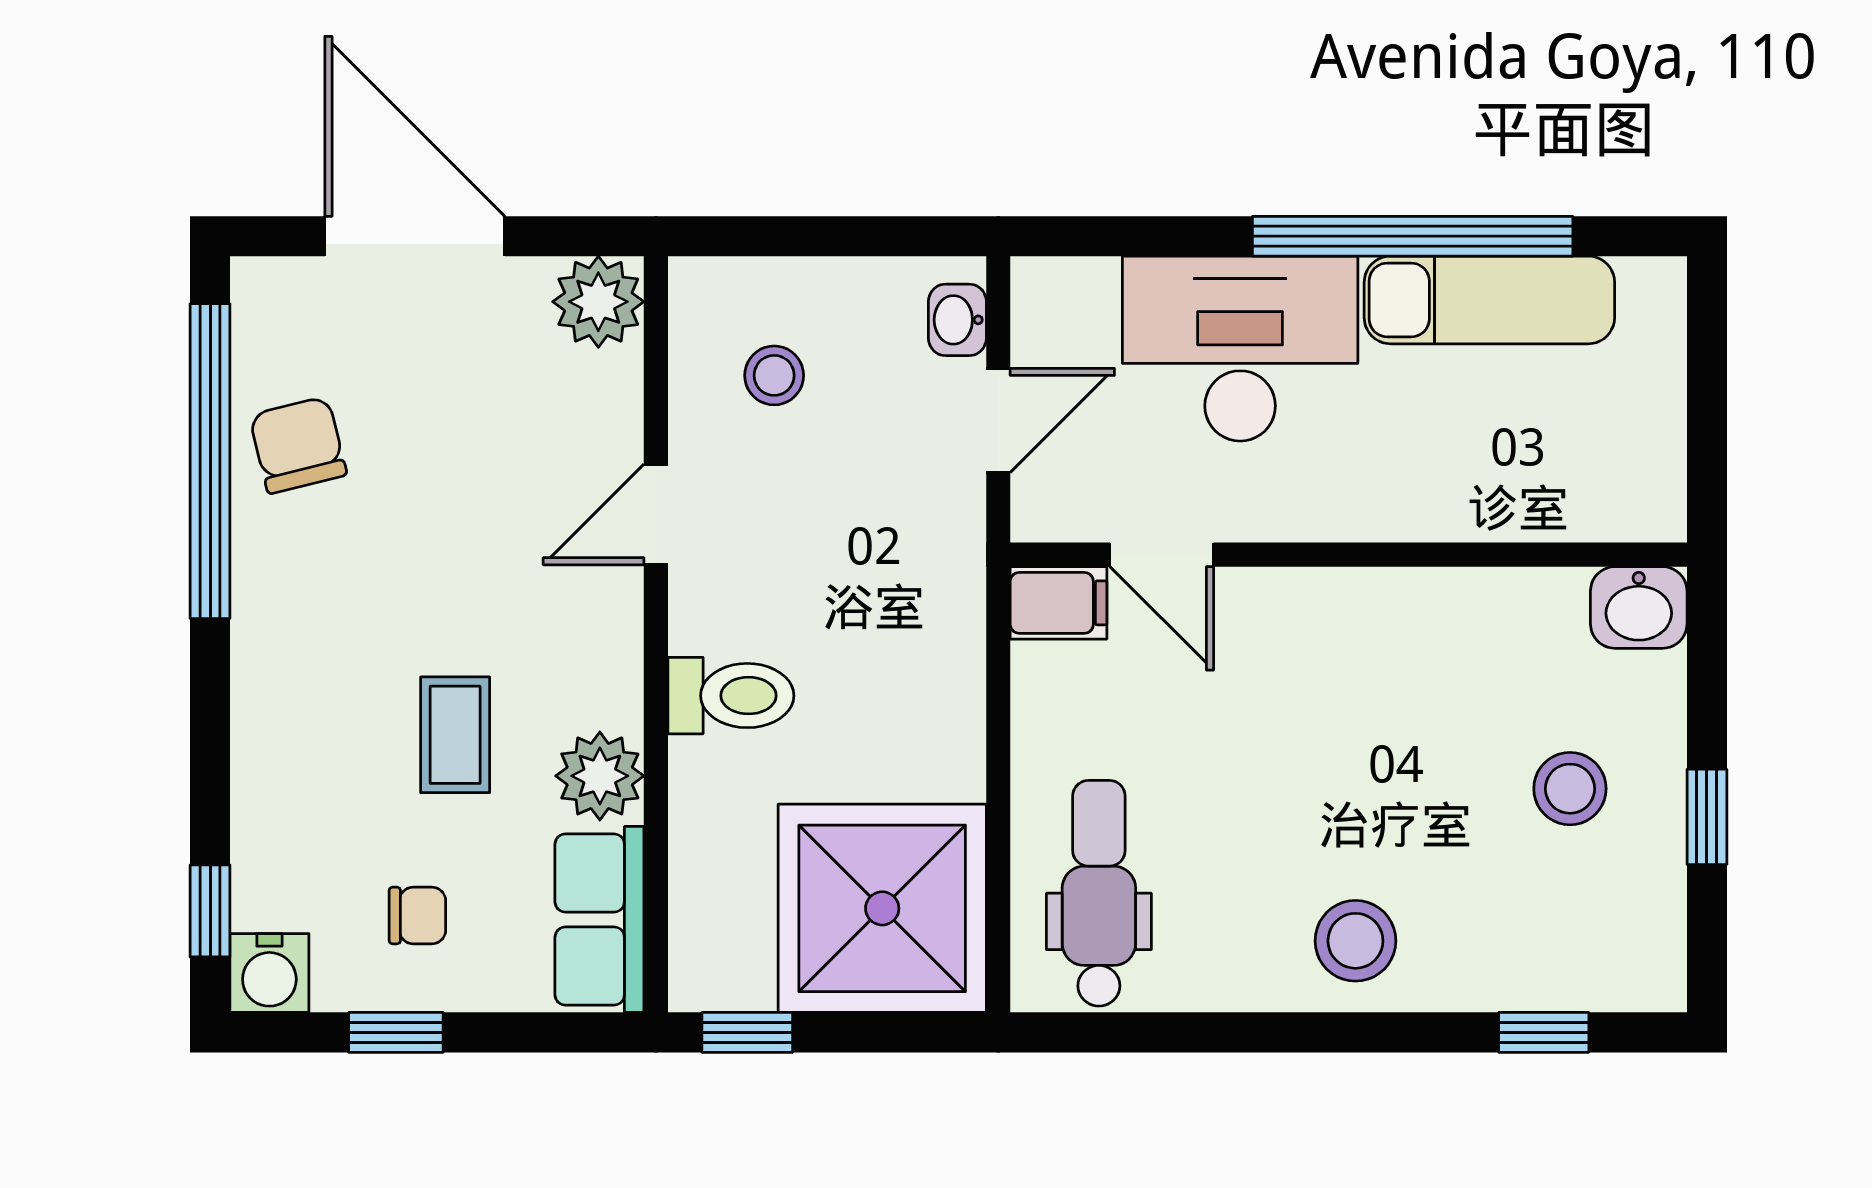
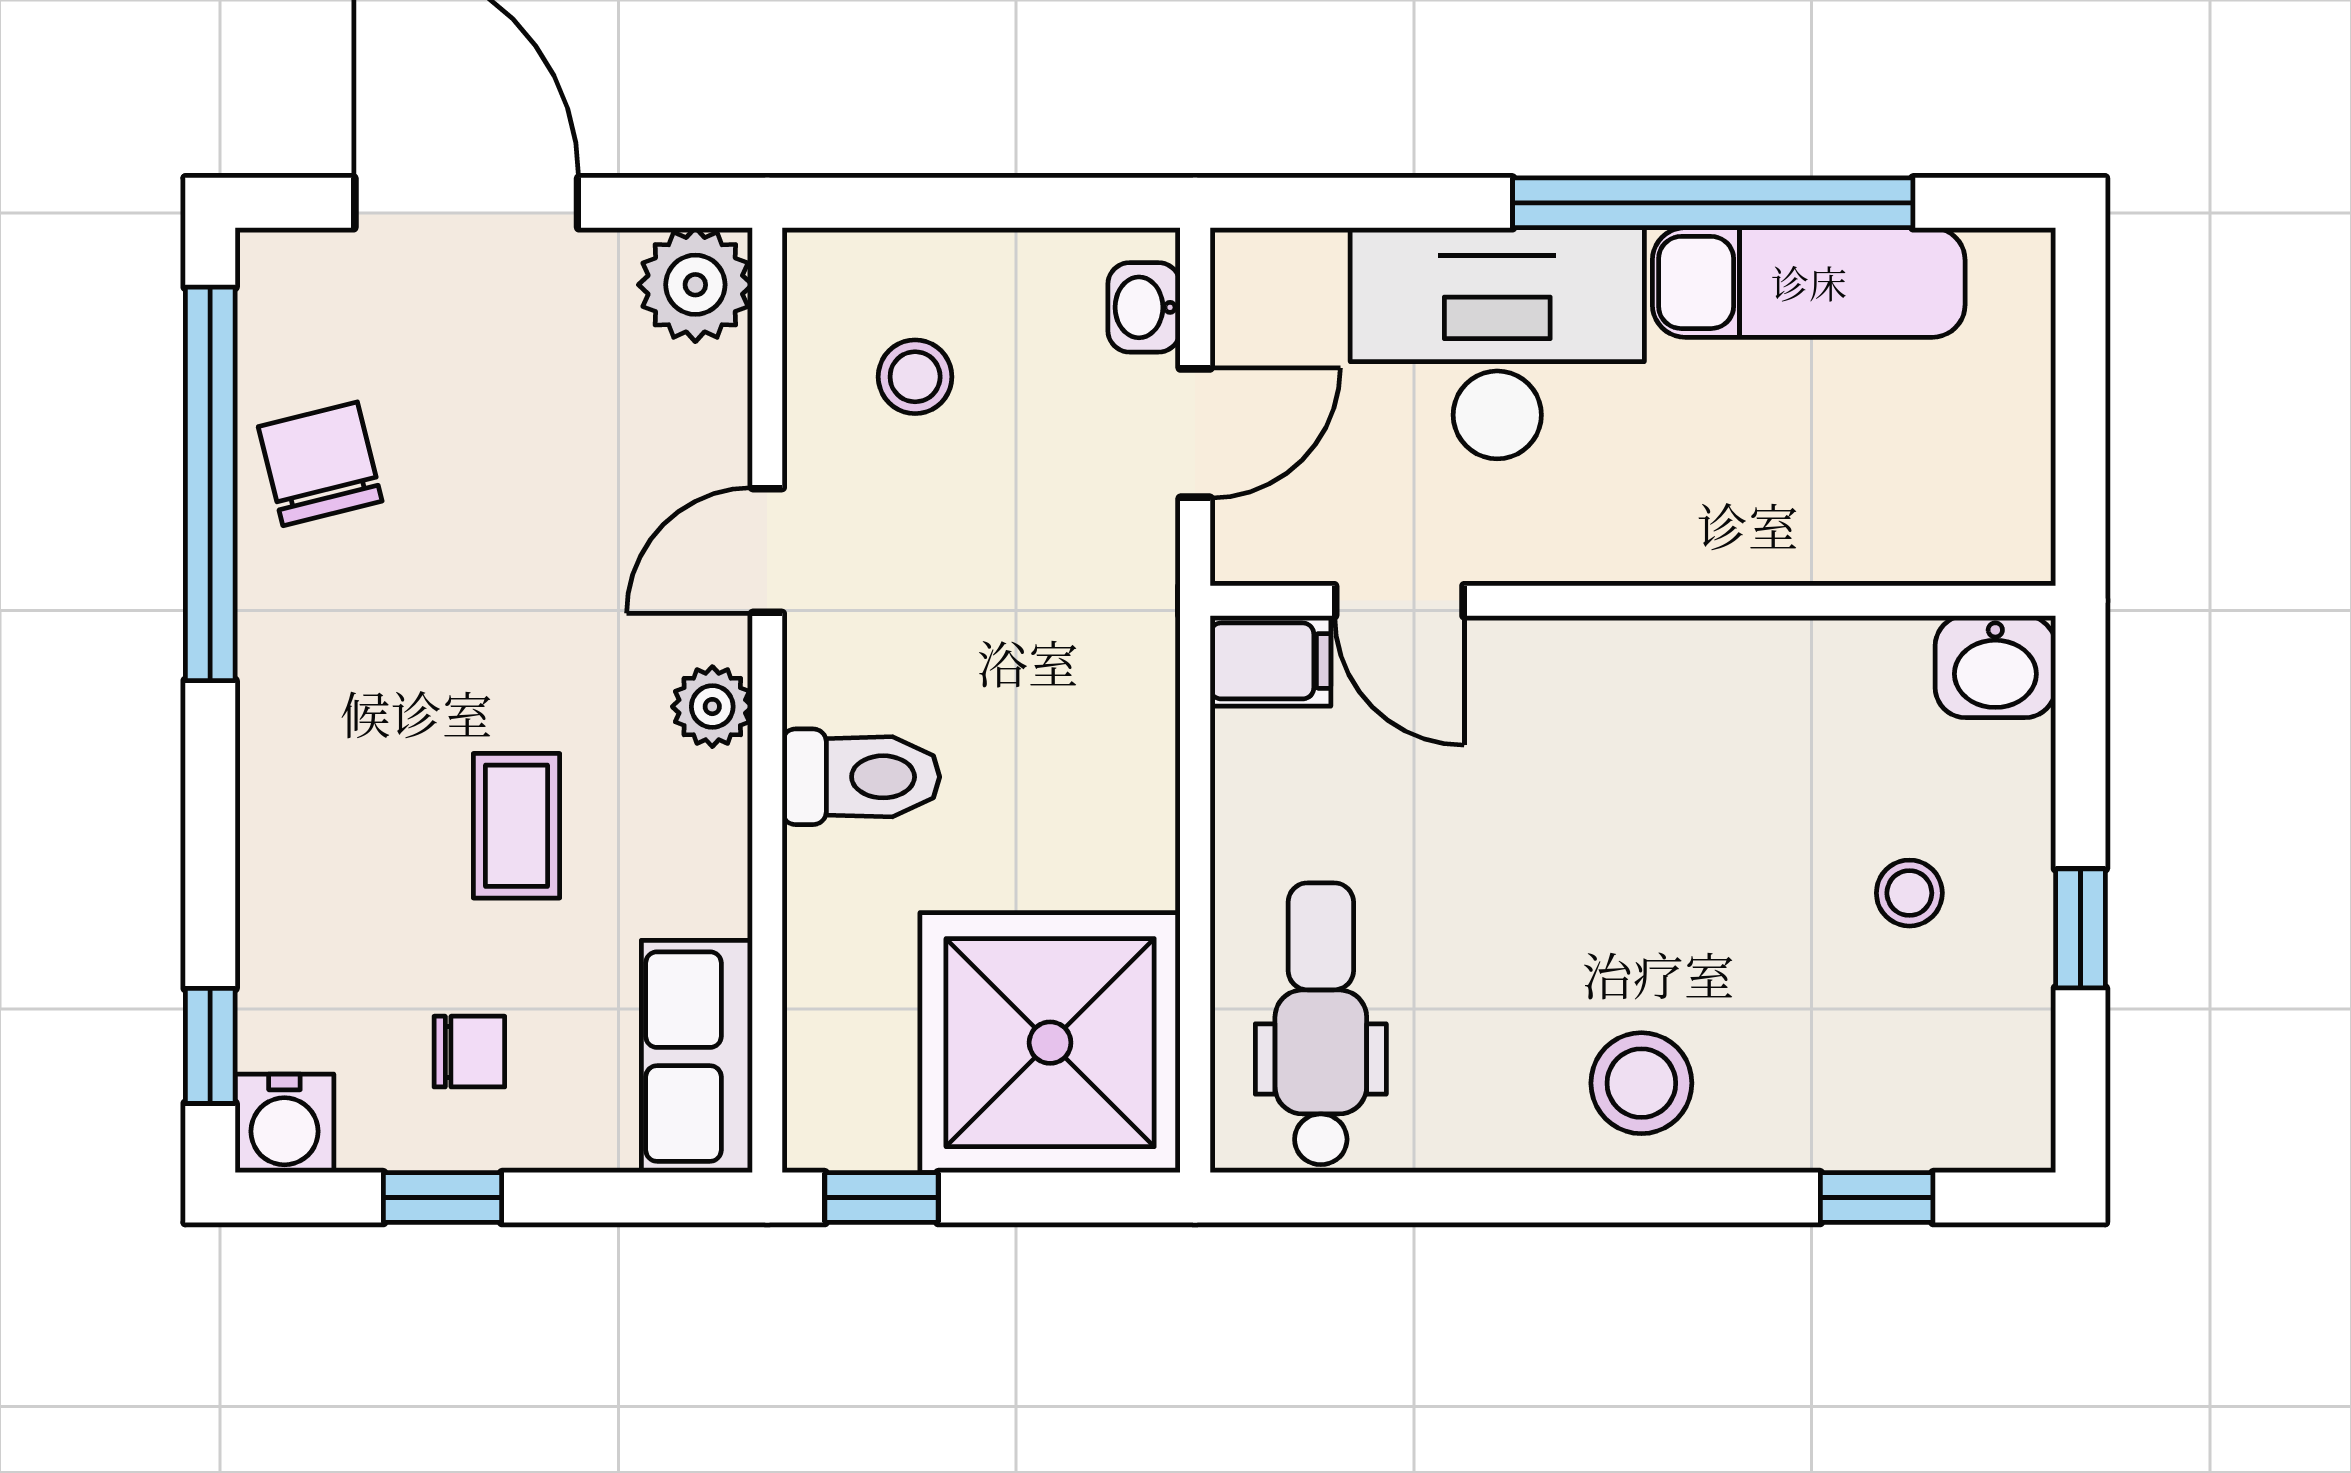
plant: (600, 776) -> (712, 707), moved, width x0.73, depth x0.73
stool: (1570, 789) -> (1909, 893), width x0.73, depth x0.73

